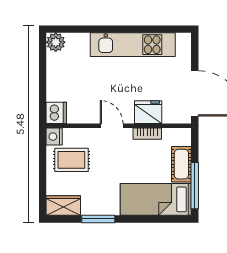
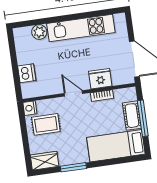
plant: (56, 42) -> (39, 32), moved
dishwasher: (56, 113) -> (27, 73), moved
window: (195, 186) -> (143, 118), moved

